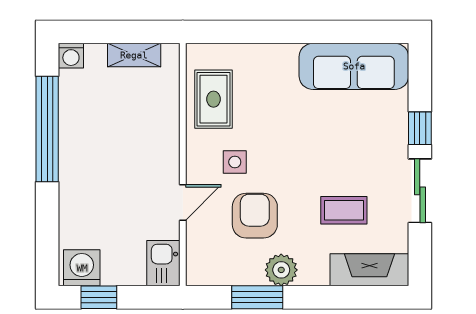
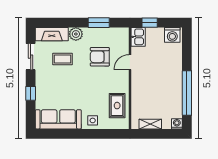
side table: (235, 162) -> (93, 120), moved
sliding door: (420, 191) -> (31, 57), moved
armchair: (255, 216) -> (100, 57), turned 90
plant: (281, 270) -> (76, 34), moved
window: (99, 297) -> (150, 23), moved

